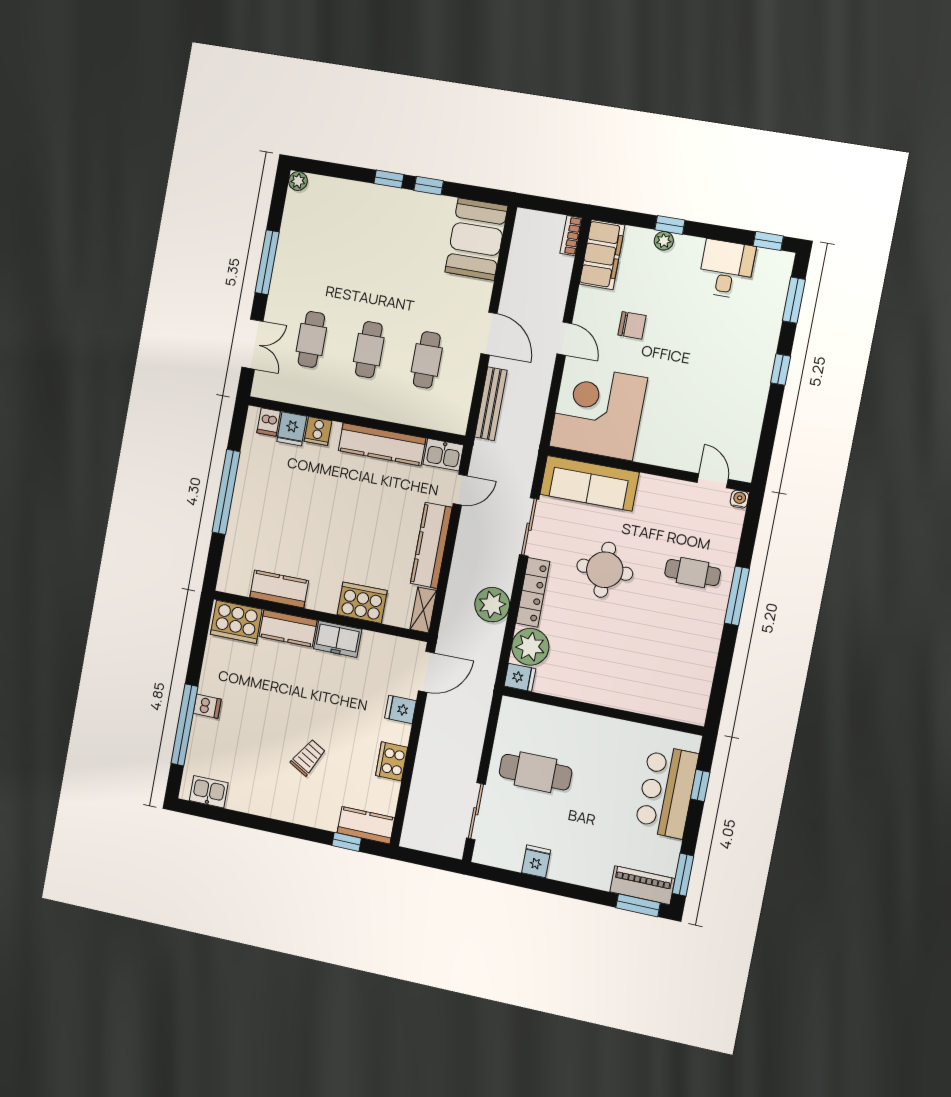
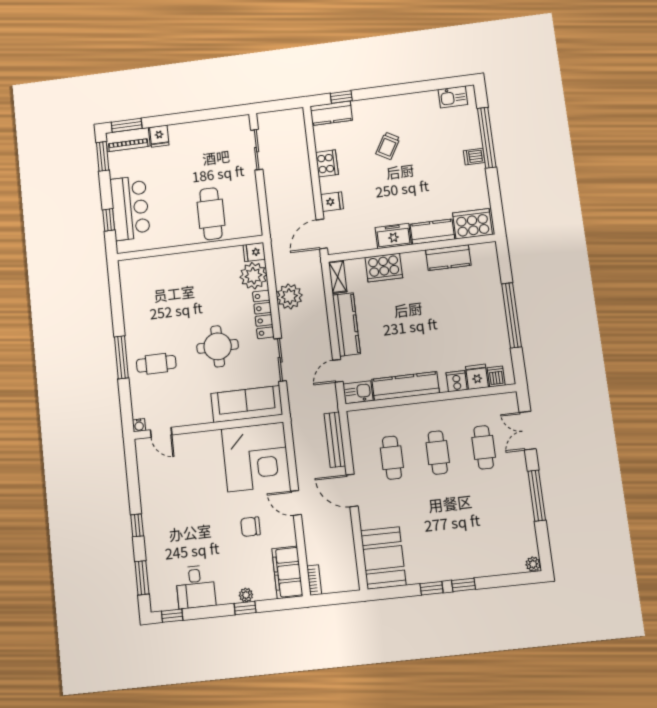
cafe table: (535, 772) -> (211, 214), moved, turned 90
fridge: (536, 861) -> (159, 136), moved

